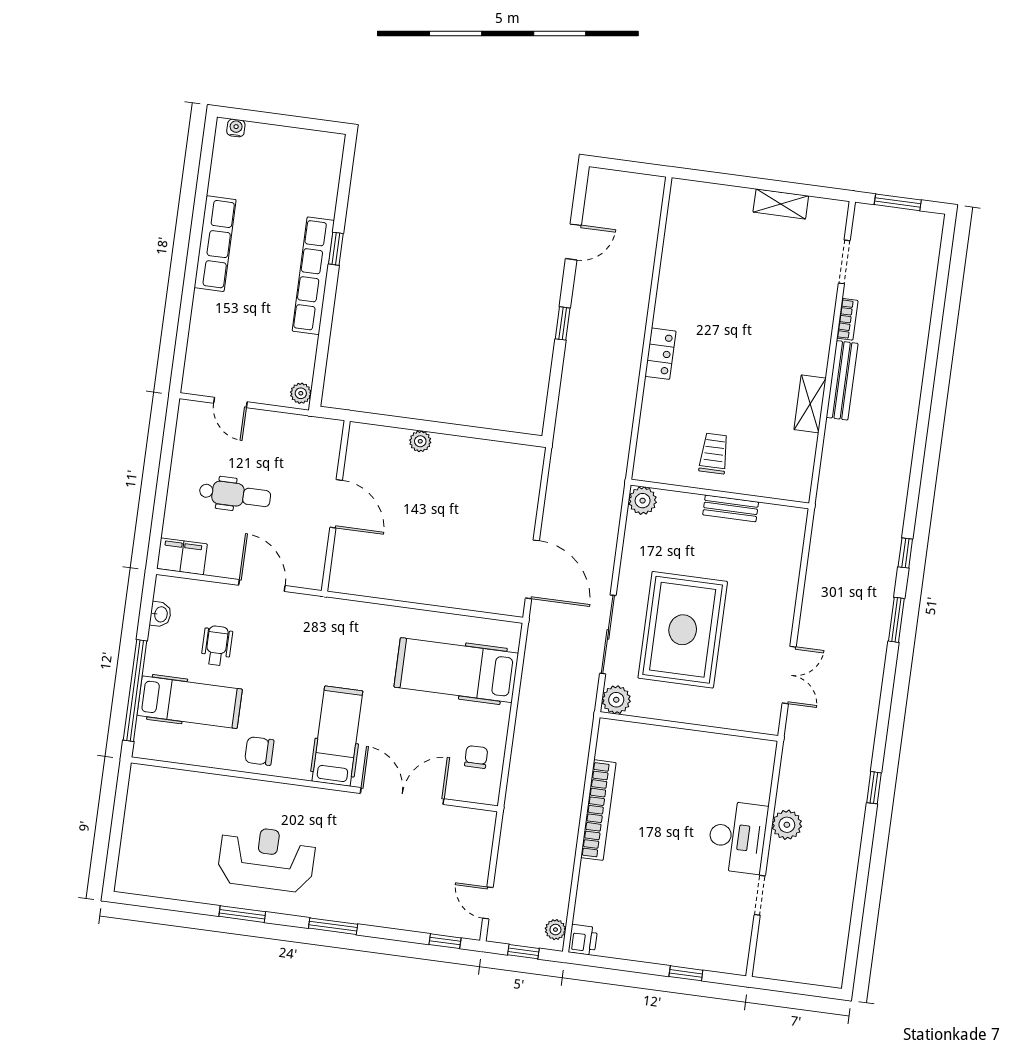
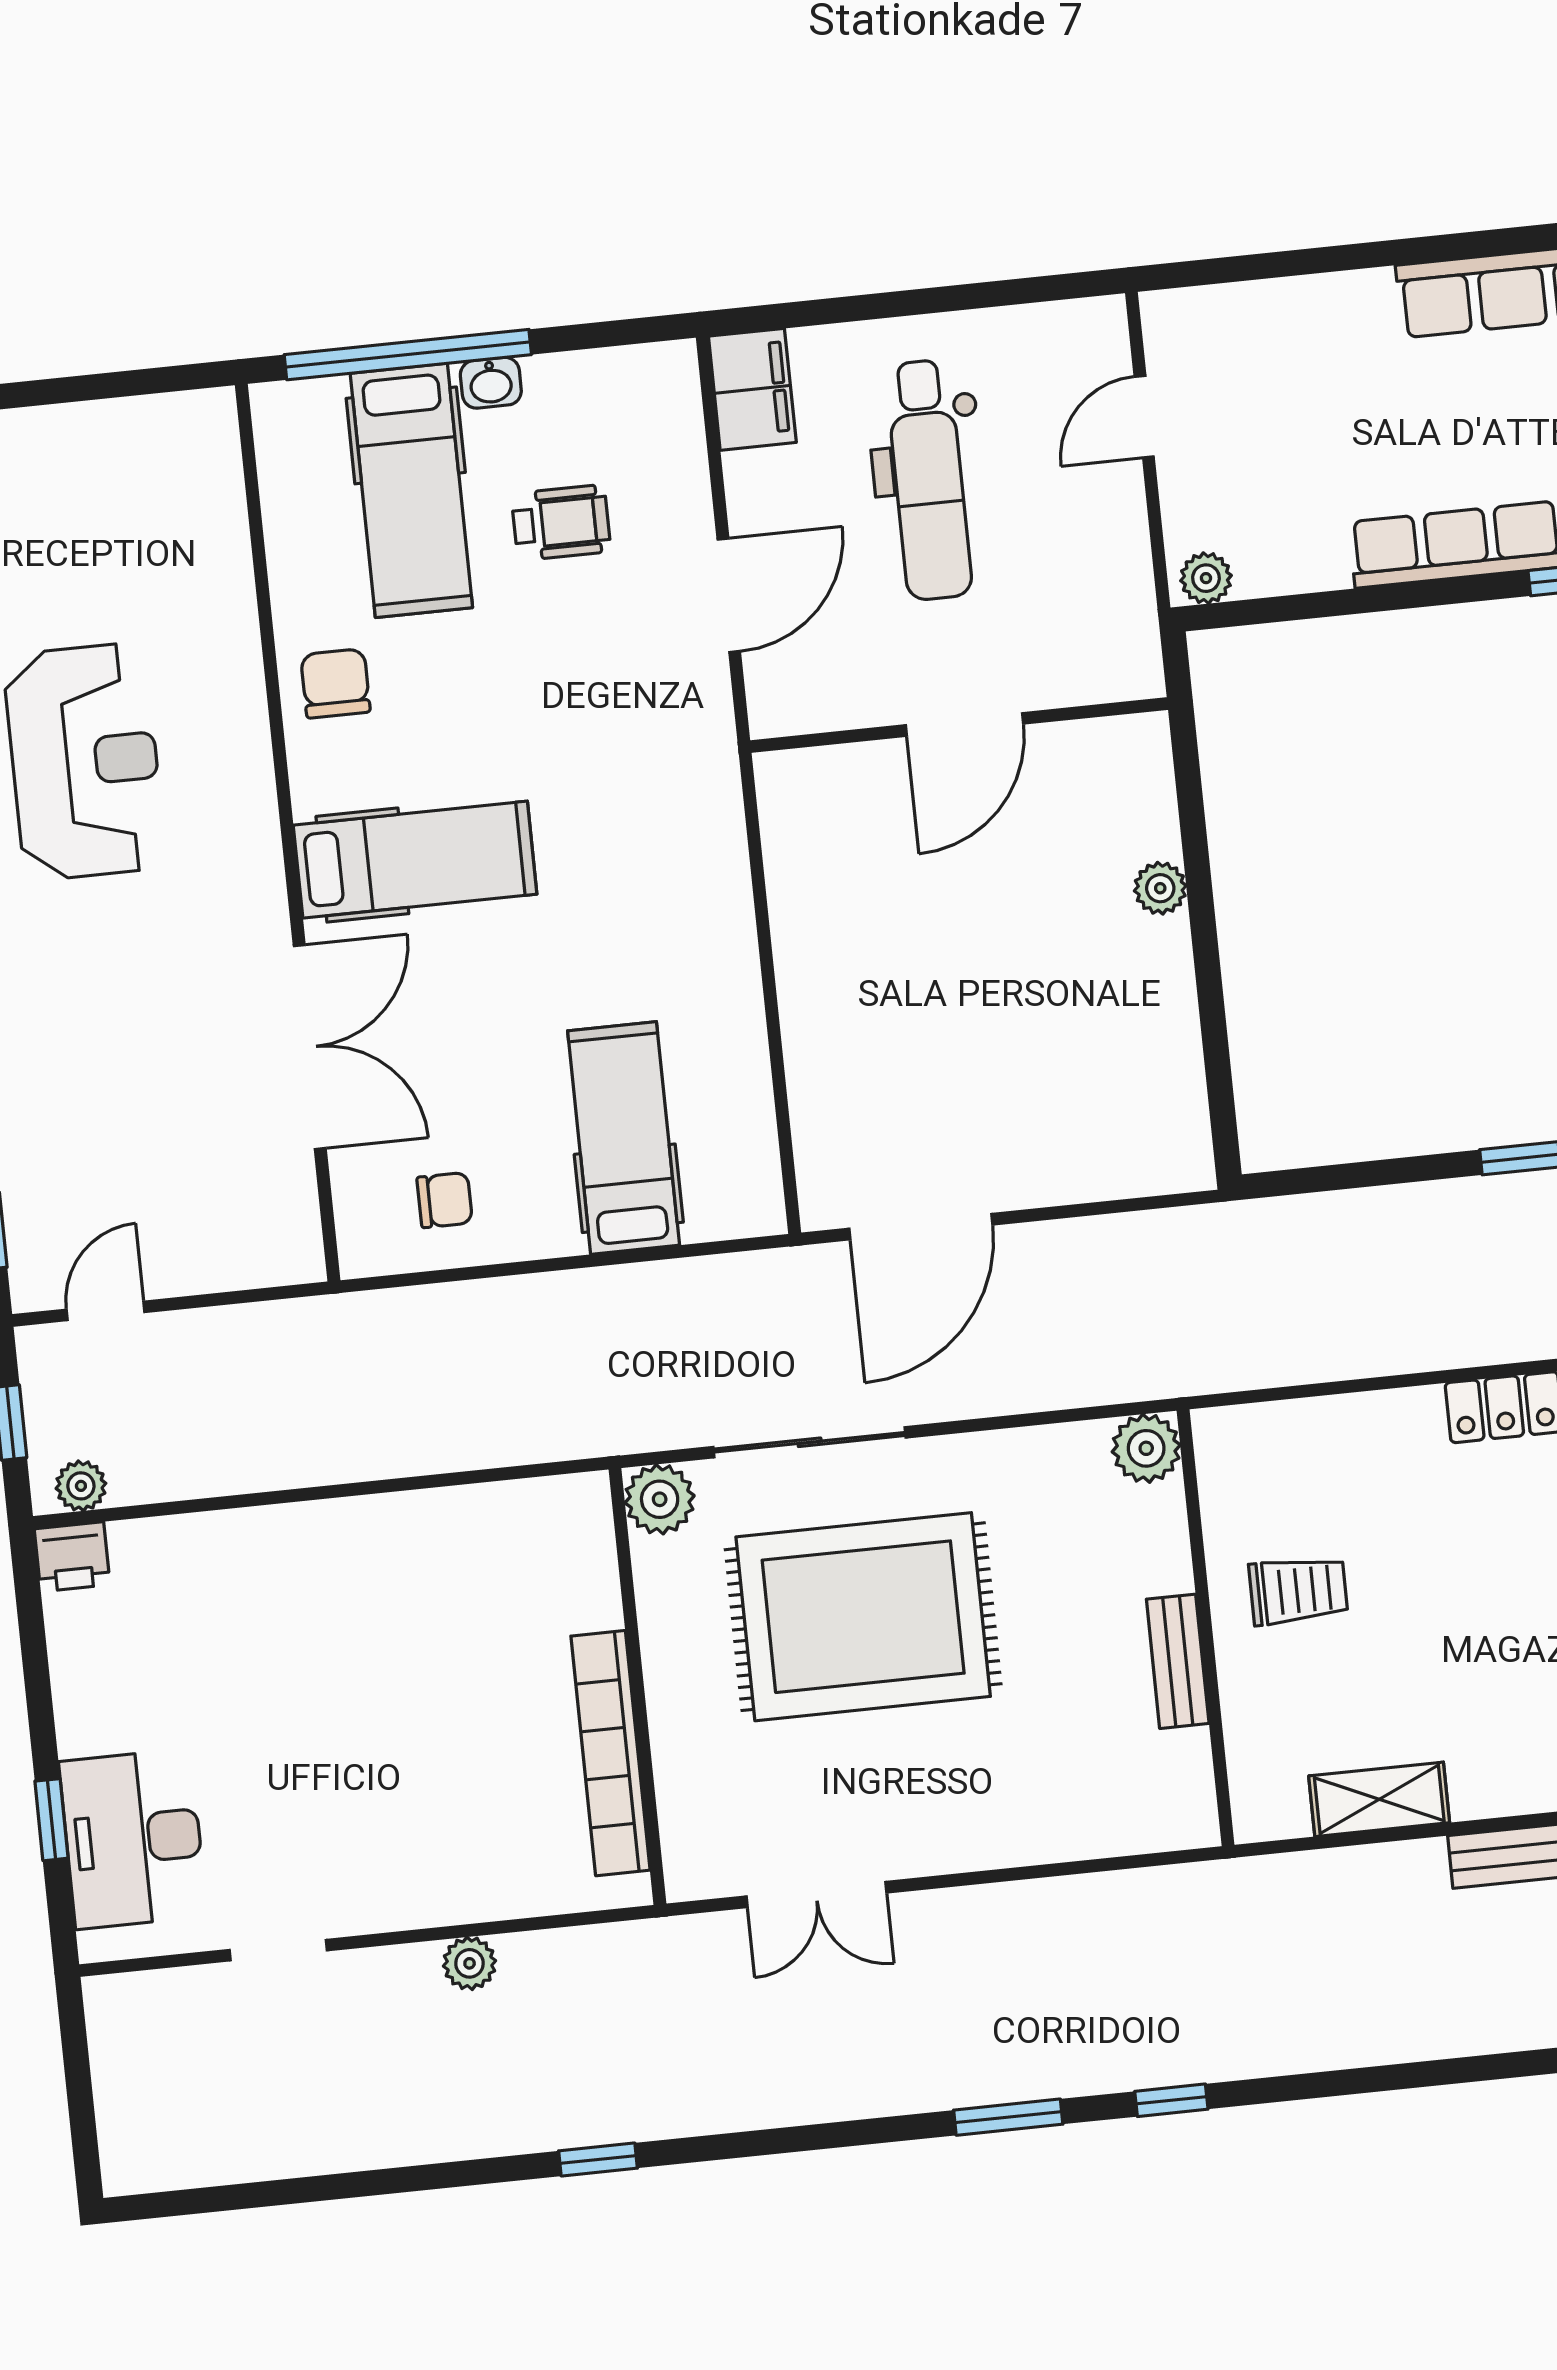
shelving: (810, 404) -> (1379, 1799), moved
dental chair: (235, 495) -> (929, 480), width x1.36, depth x1.38
washbasin: (160, 614) -> (491, 383), moved
hospital bed: (456, 670) -> (624, 1138), width x0.73, depth x0.78
bookcase: (598, 810) -> (610, 1753), moved, turned 90
plant: (787, 825) -> (470, 1963), width x0.73, depth x0.73
desk: (737, 837) -> (133, 1839), moved, turned 90

